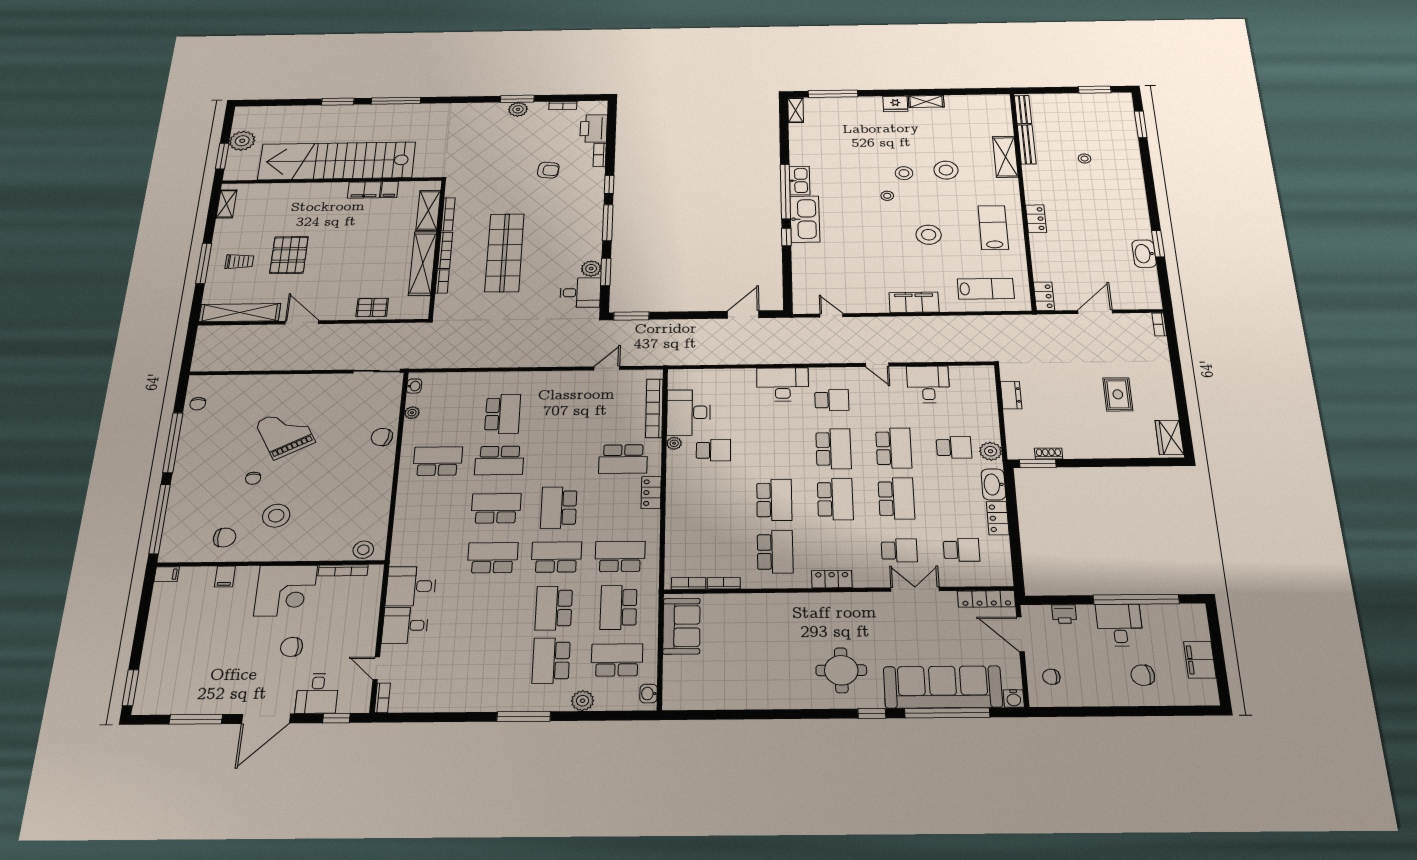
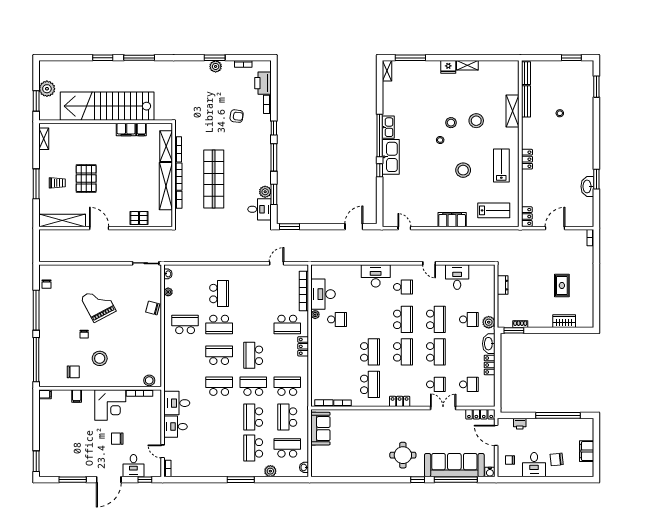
wardrobe: (1169, 437) -> (564, 321), moved, turned 90
desk: (1120, 625) -> (534, 465), moved, turned 180

